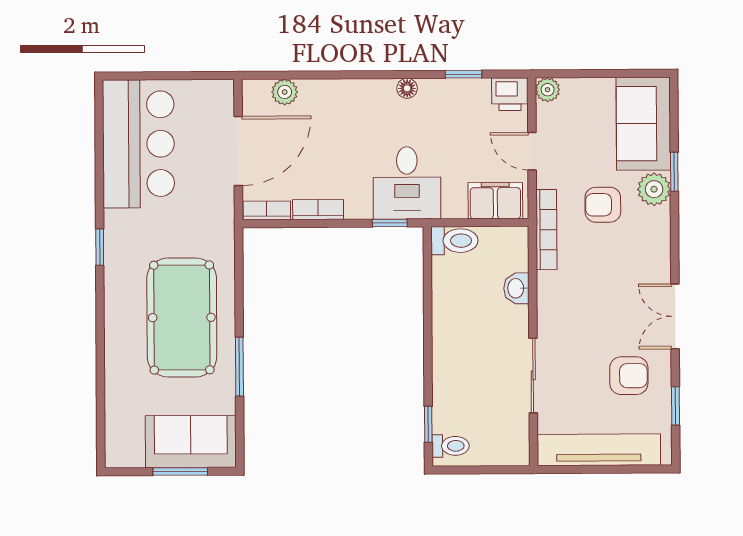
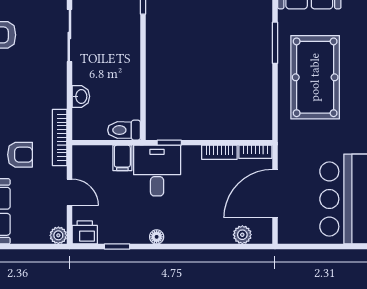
filing cabinet: (495, 201) -> (122, 158), moved, width x0.50

